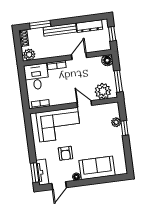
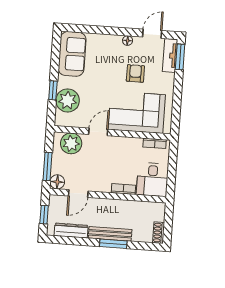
window: (40, 25) -> (113, 244), moved
plant: (29, 55) -> (156, 210), removed
door: (79, 56) -> (78, 194), moved
window: (118, 81) -> (47, 166), moved
door: (84, 104) -> (98, 132), swing flipped
plant: (116, 122) -> (68, 100), width x1.87, depth x1.87
sofa: (97, 168) -> (72, 54), moved, turned -90

